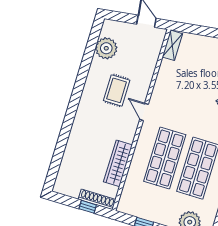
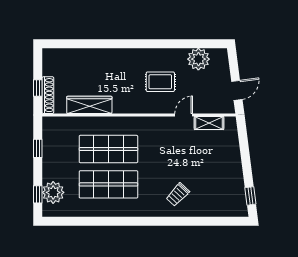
shelving: (172, 45) -> (209, 123), moved
door: (144, 112) -> (184, 115), moved

